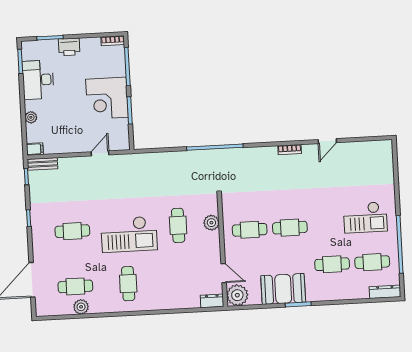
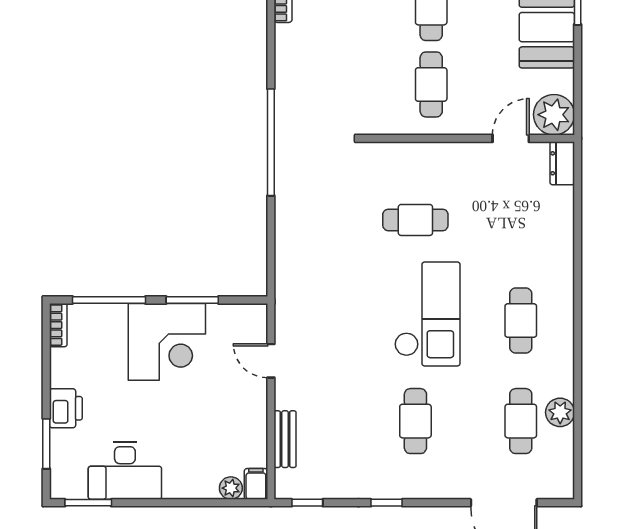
plant: (31, 117) -> (231, 488), moved
bench: (42, 164) -> (285, 439), moved
plant: (211, 223) -> (414, 156), removed
cafe table: (128, 284) -> (521, 321), turned 90

